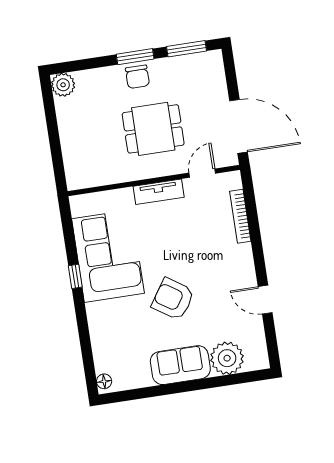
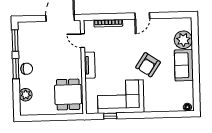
plant: (63, 85) -> (26, 95), moved
dining table: (153, 129) -> (68, 94), moved
window: (75, 276) -> (110, 116), moved
door: (265, 300) -> (142, 16), moved

